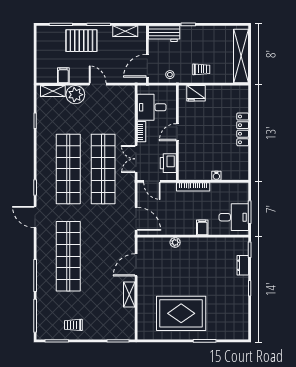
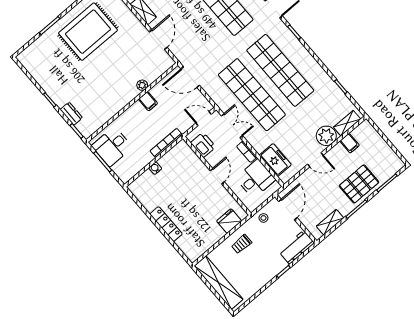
freezer: (126, 109) -> (275, 160), added
filing cabinet: (202, 227) -> (148, 101), moved

